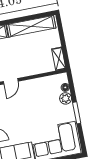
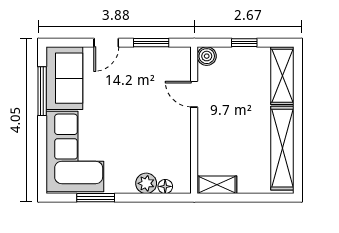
window: (77, 113) -> (96, 198), moved

